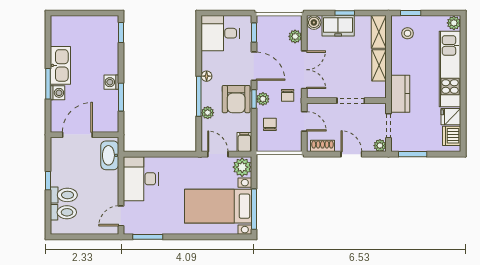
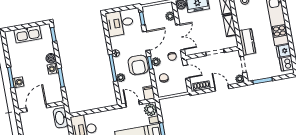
kitchen sink: (60, 65) -> (28, 34), moved, turned 90
boiler: (111, 66) -> (51, 58), added
door: (254, 66) -> (146, 41), hinge flipped

